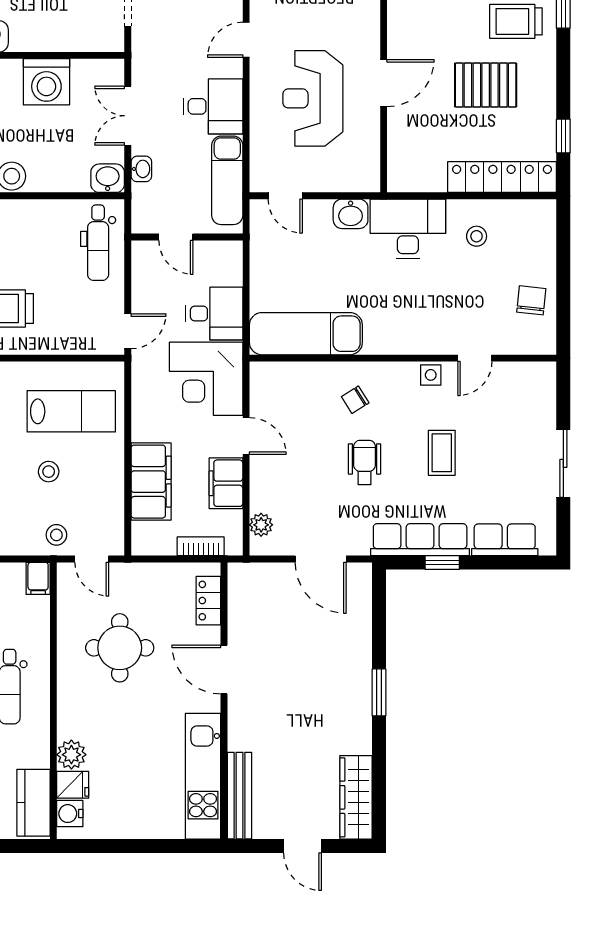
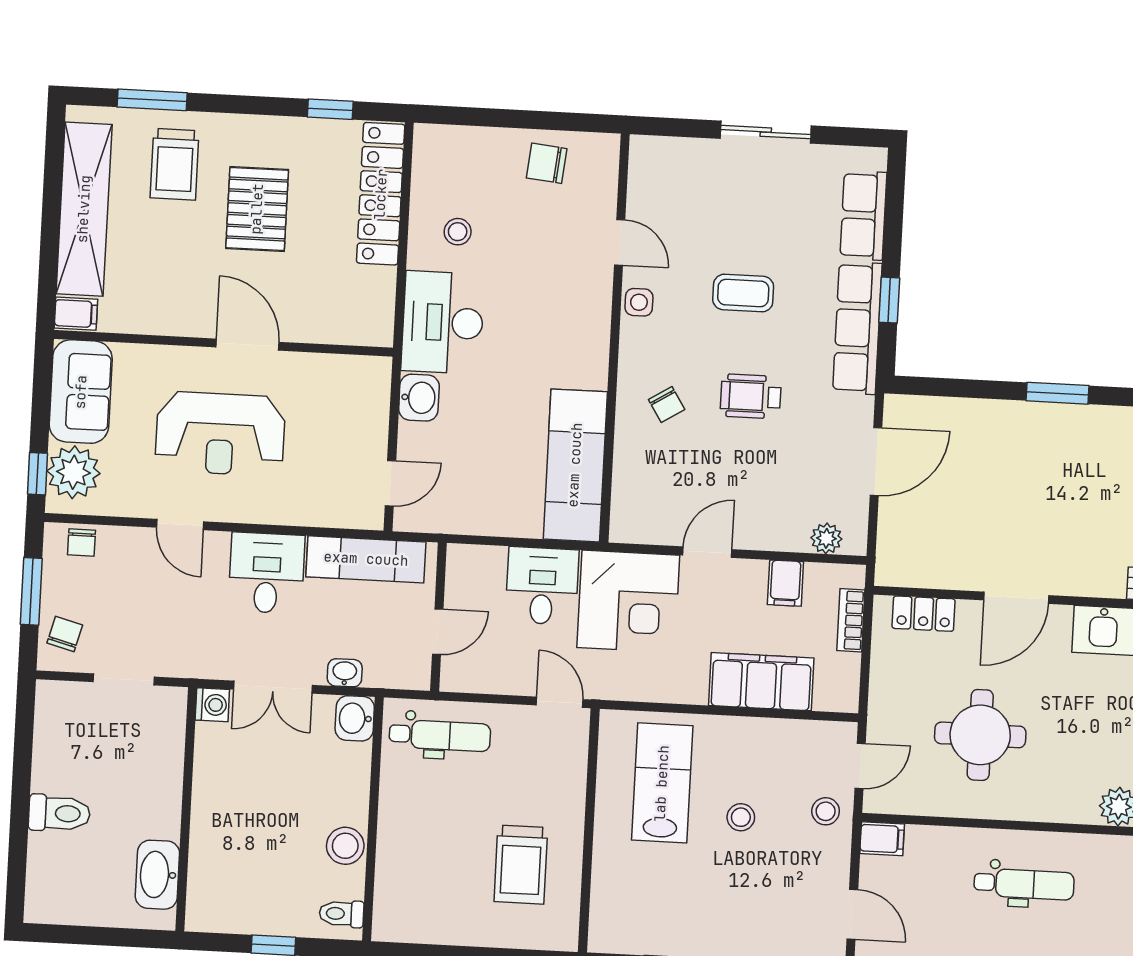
washing machine: (46, 82) -> (212, 705), moved, width x0.53, depth x0.53
reception desk: (313, 98) -> (220, 434), moved
filing cabinet: (226, 483) -> (785, 583), width x0.50

